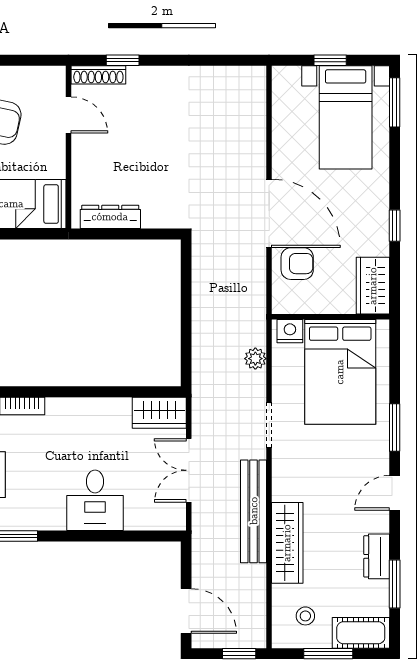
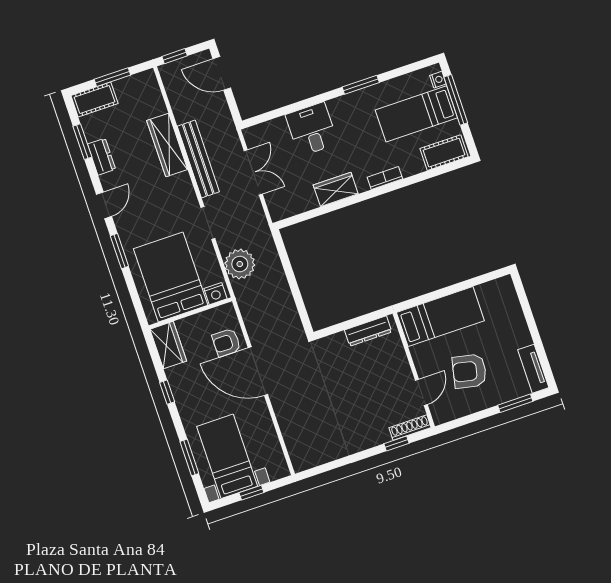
window: (395, 102) -> (189, 458), moved
door: (69, 115) -> (421, 392), swing flipped
plant: (255, 359) -> (240, 264), width x1.87, depth x1.87
wardrobe: (159, 413) -> (336, 189), moved
stool: (305, 616) -> (137, 98), removed

